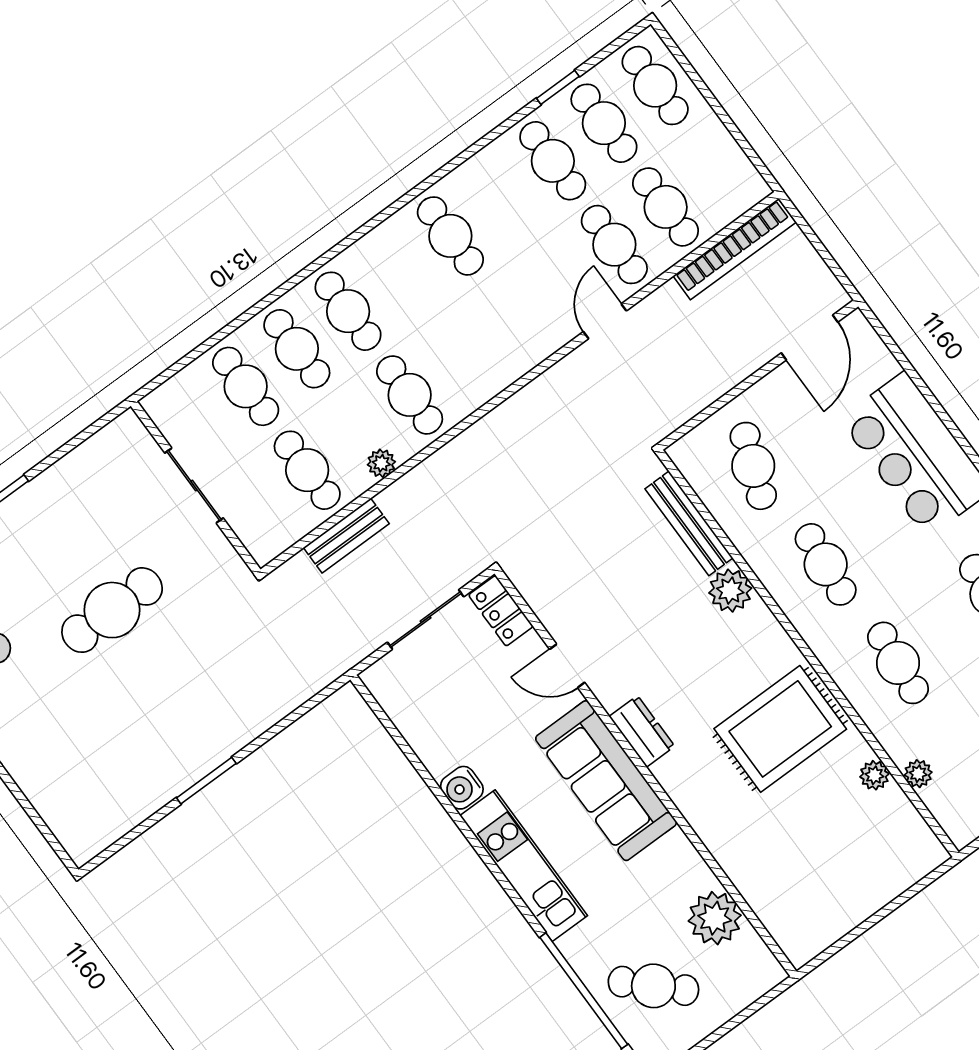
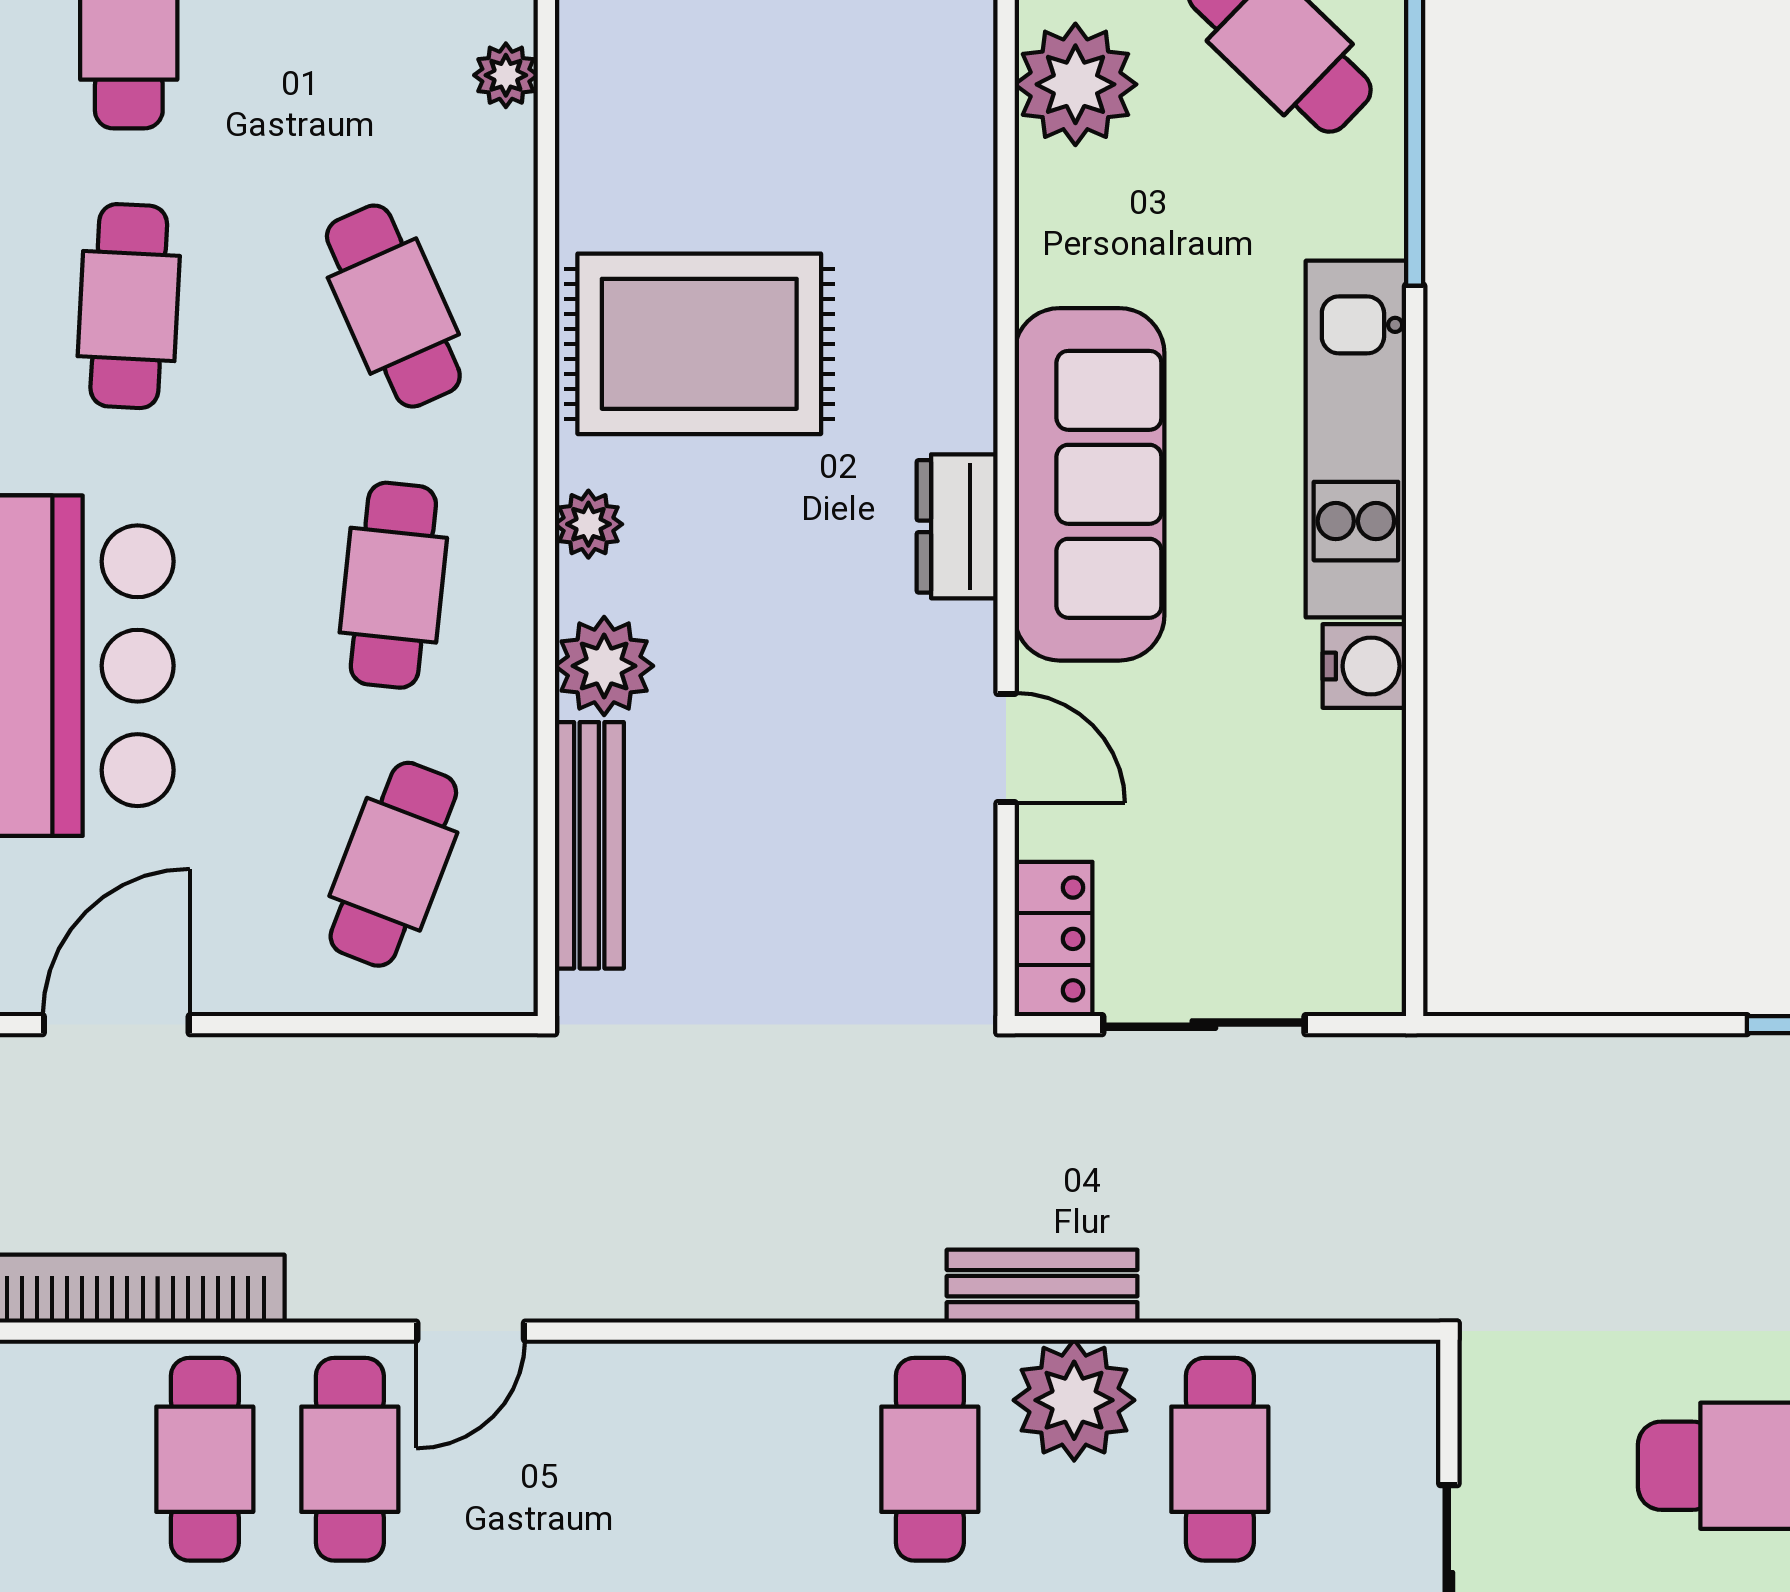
plant: (381, 463) -> (1074, 1400), width x1.87, depth x1.87
bench: (346, 536) -> (1042, 1286), moved
cafe table: (898, 663) -> (393, 306), turned -30
plant: (874, 775) -> (588, 524), moved

